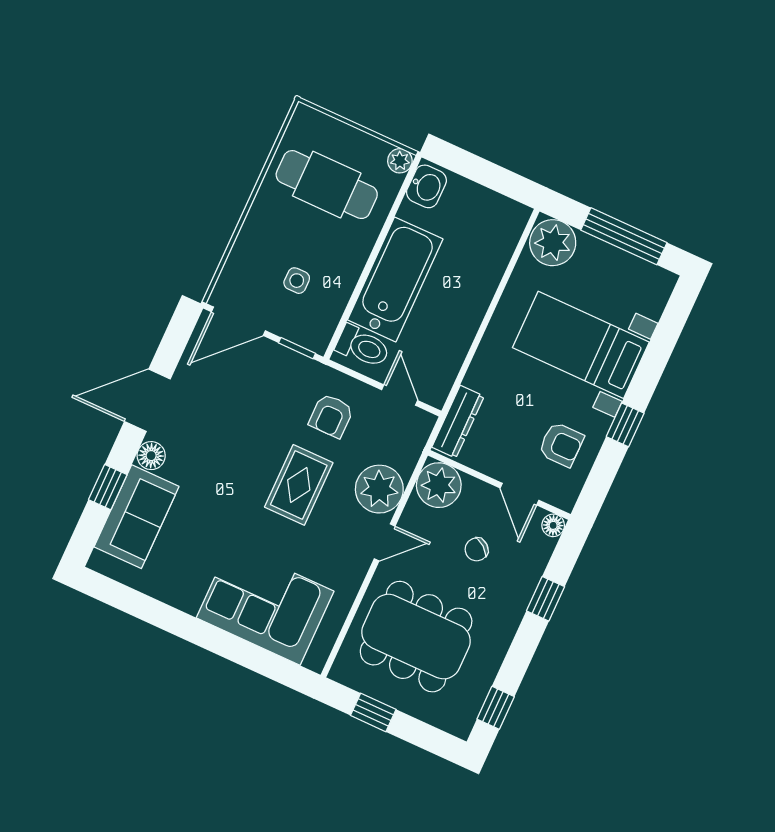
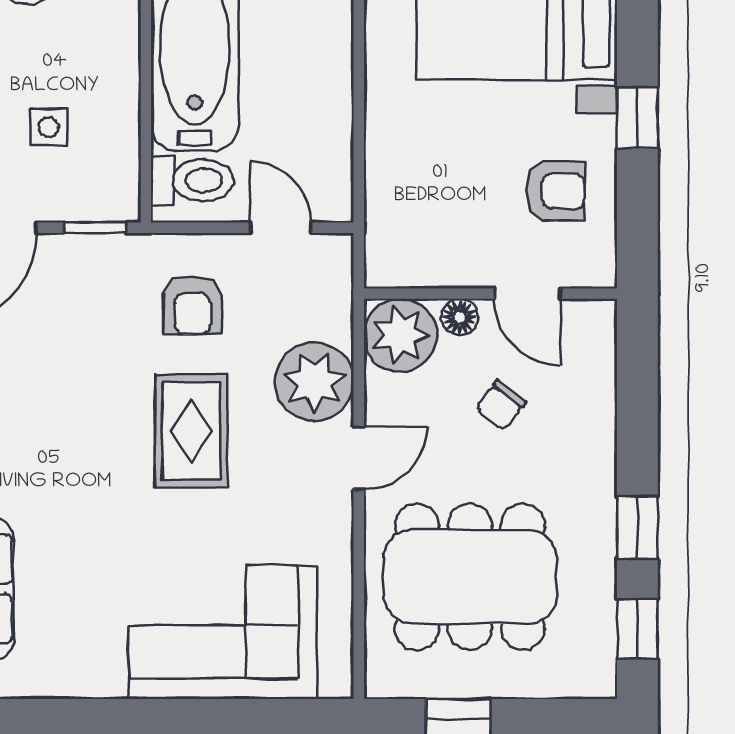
dresser: (458, 422) -> (386, 227), removed
floor lamp: (553, 525) -> (460, 317), moved
window: (546, 599) -> (637, 528), moved

